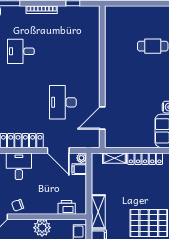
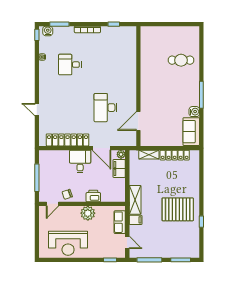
desk: (19, 166) -> (80, 161), moved
filing cabinet: (79, 169) -> (119, 168), width x2.00
printer: (67, 207) -> (93, 196), moved

